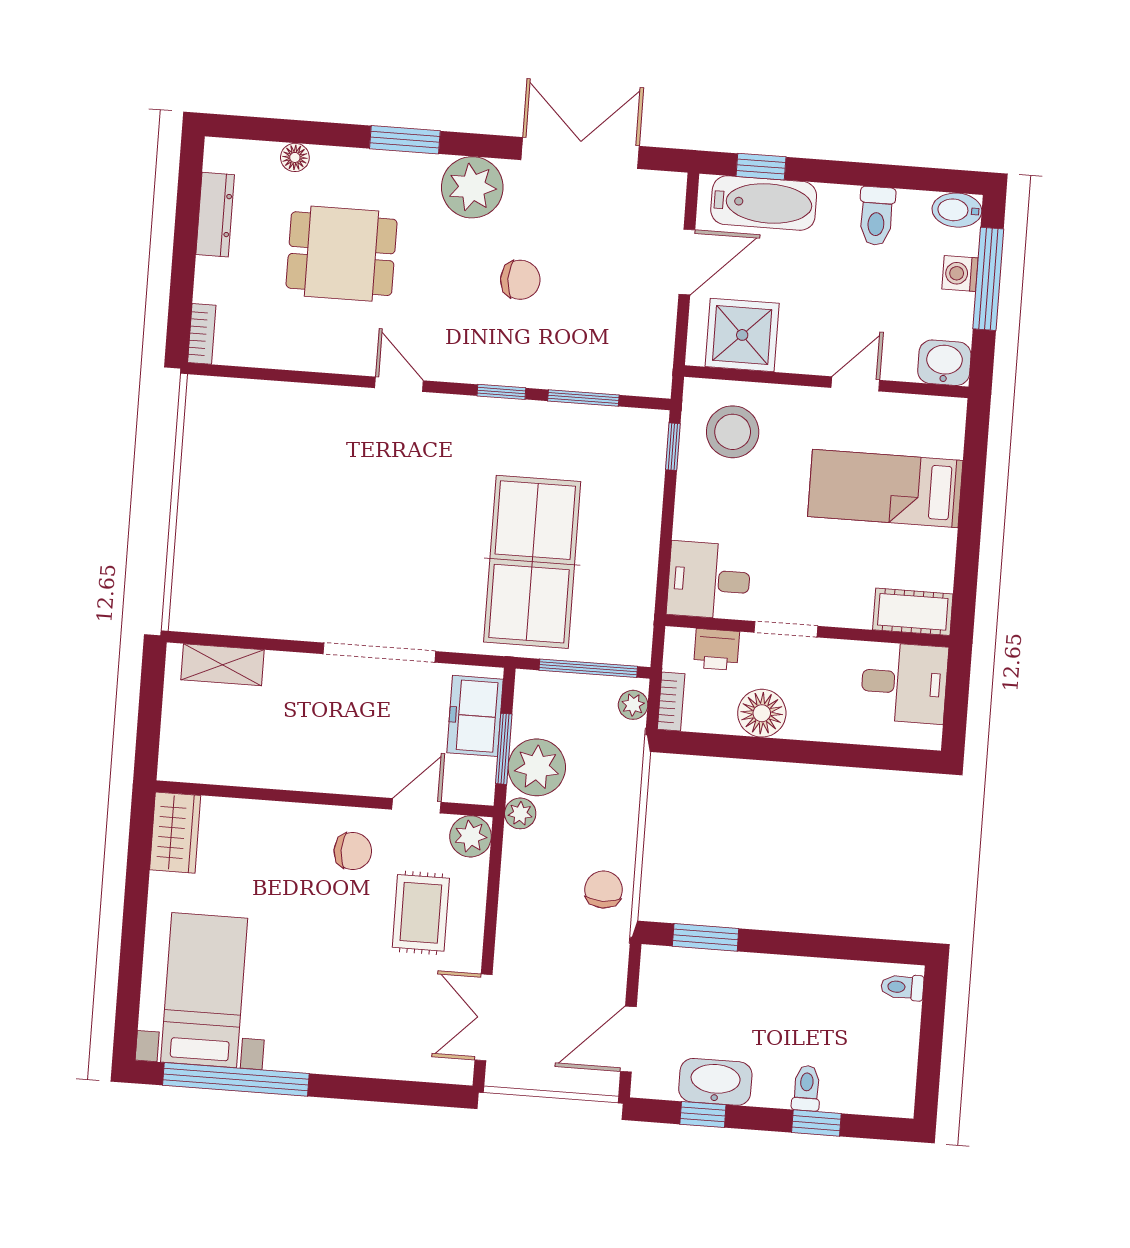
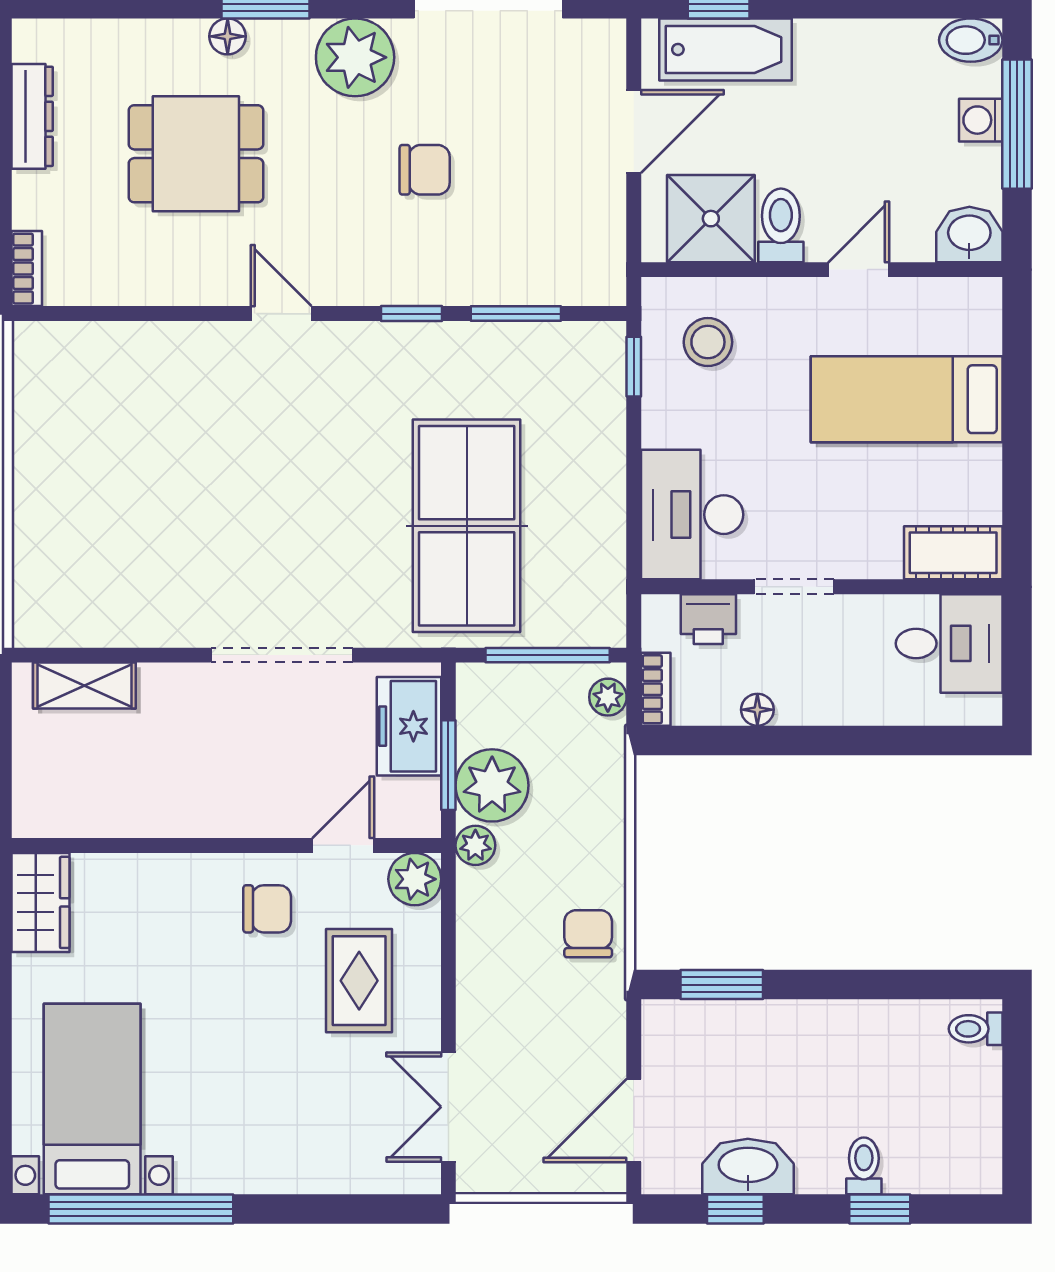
floor lamp: (295, 157) -> (228, 36), moved
toilet: (877, 216) -> (781, 225), moved, turned 180
stool: (733, 432) -> (708, 342), width x0.73, depth x0.73
desk: (709, 580) -> (692, 515), width x1.37
floor lamp: (762, 713) -> (757, 710), width x0.53, depth x0.53

